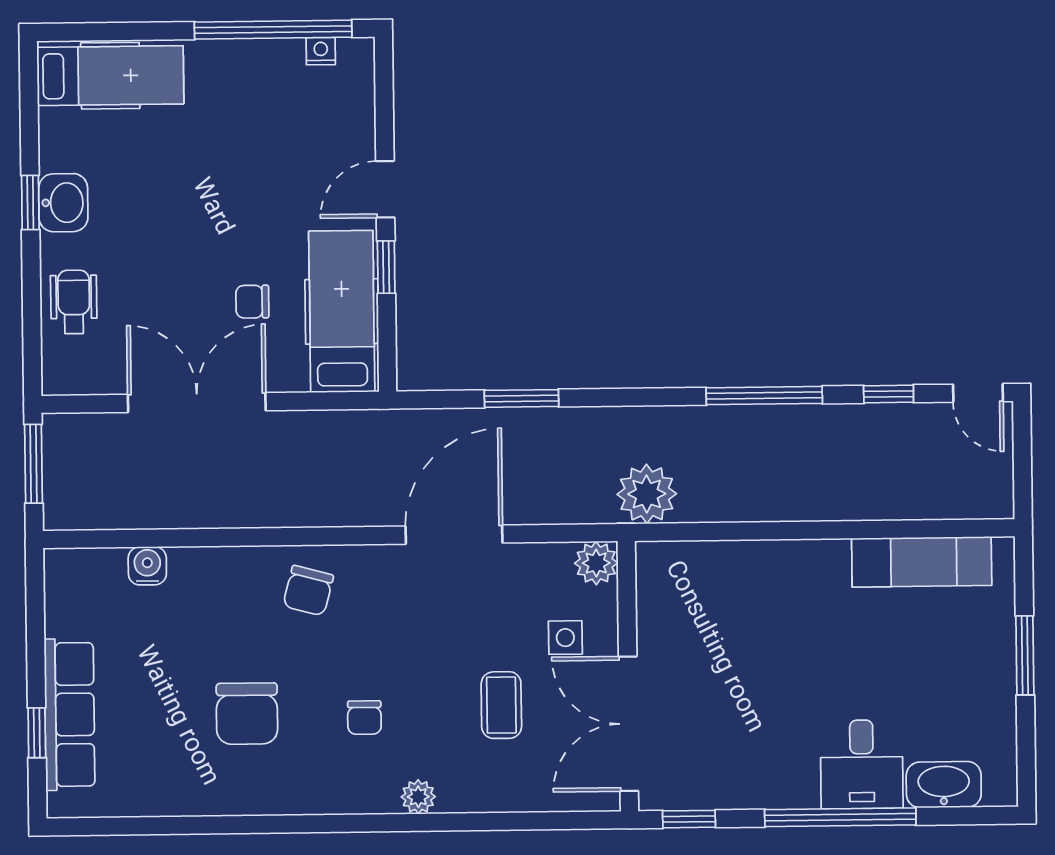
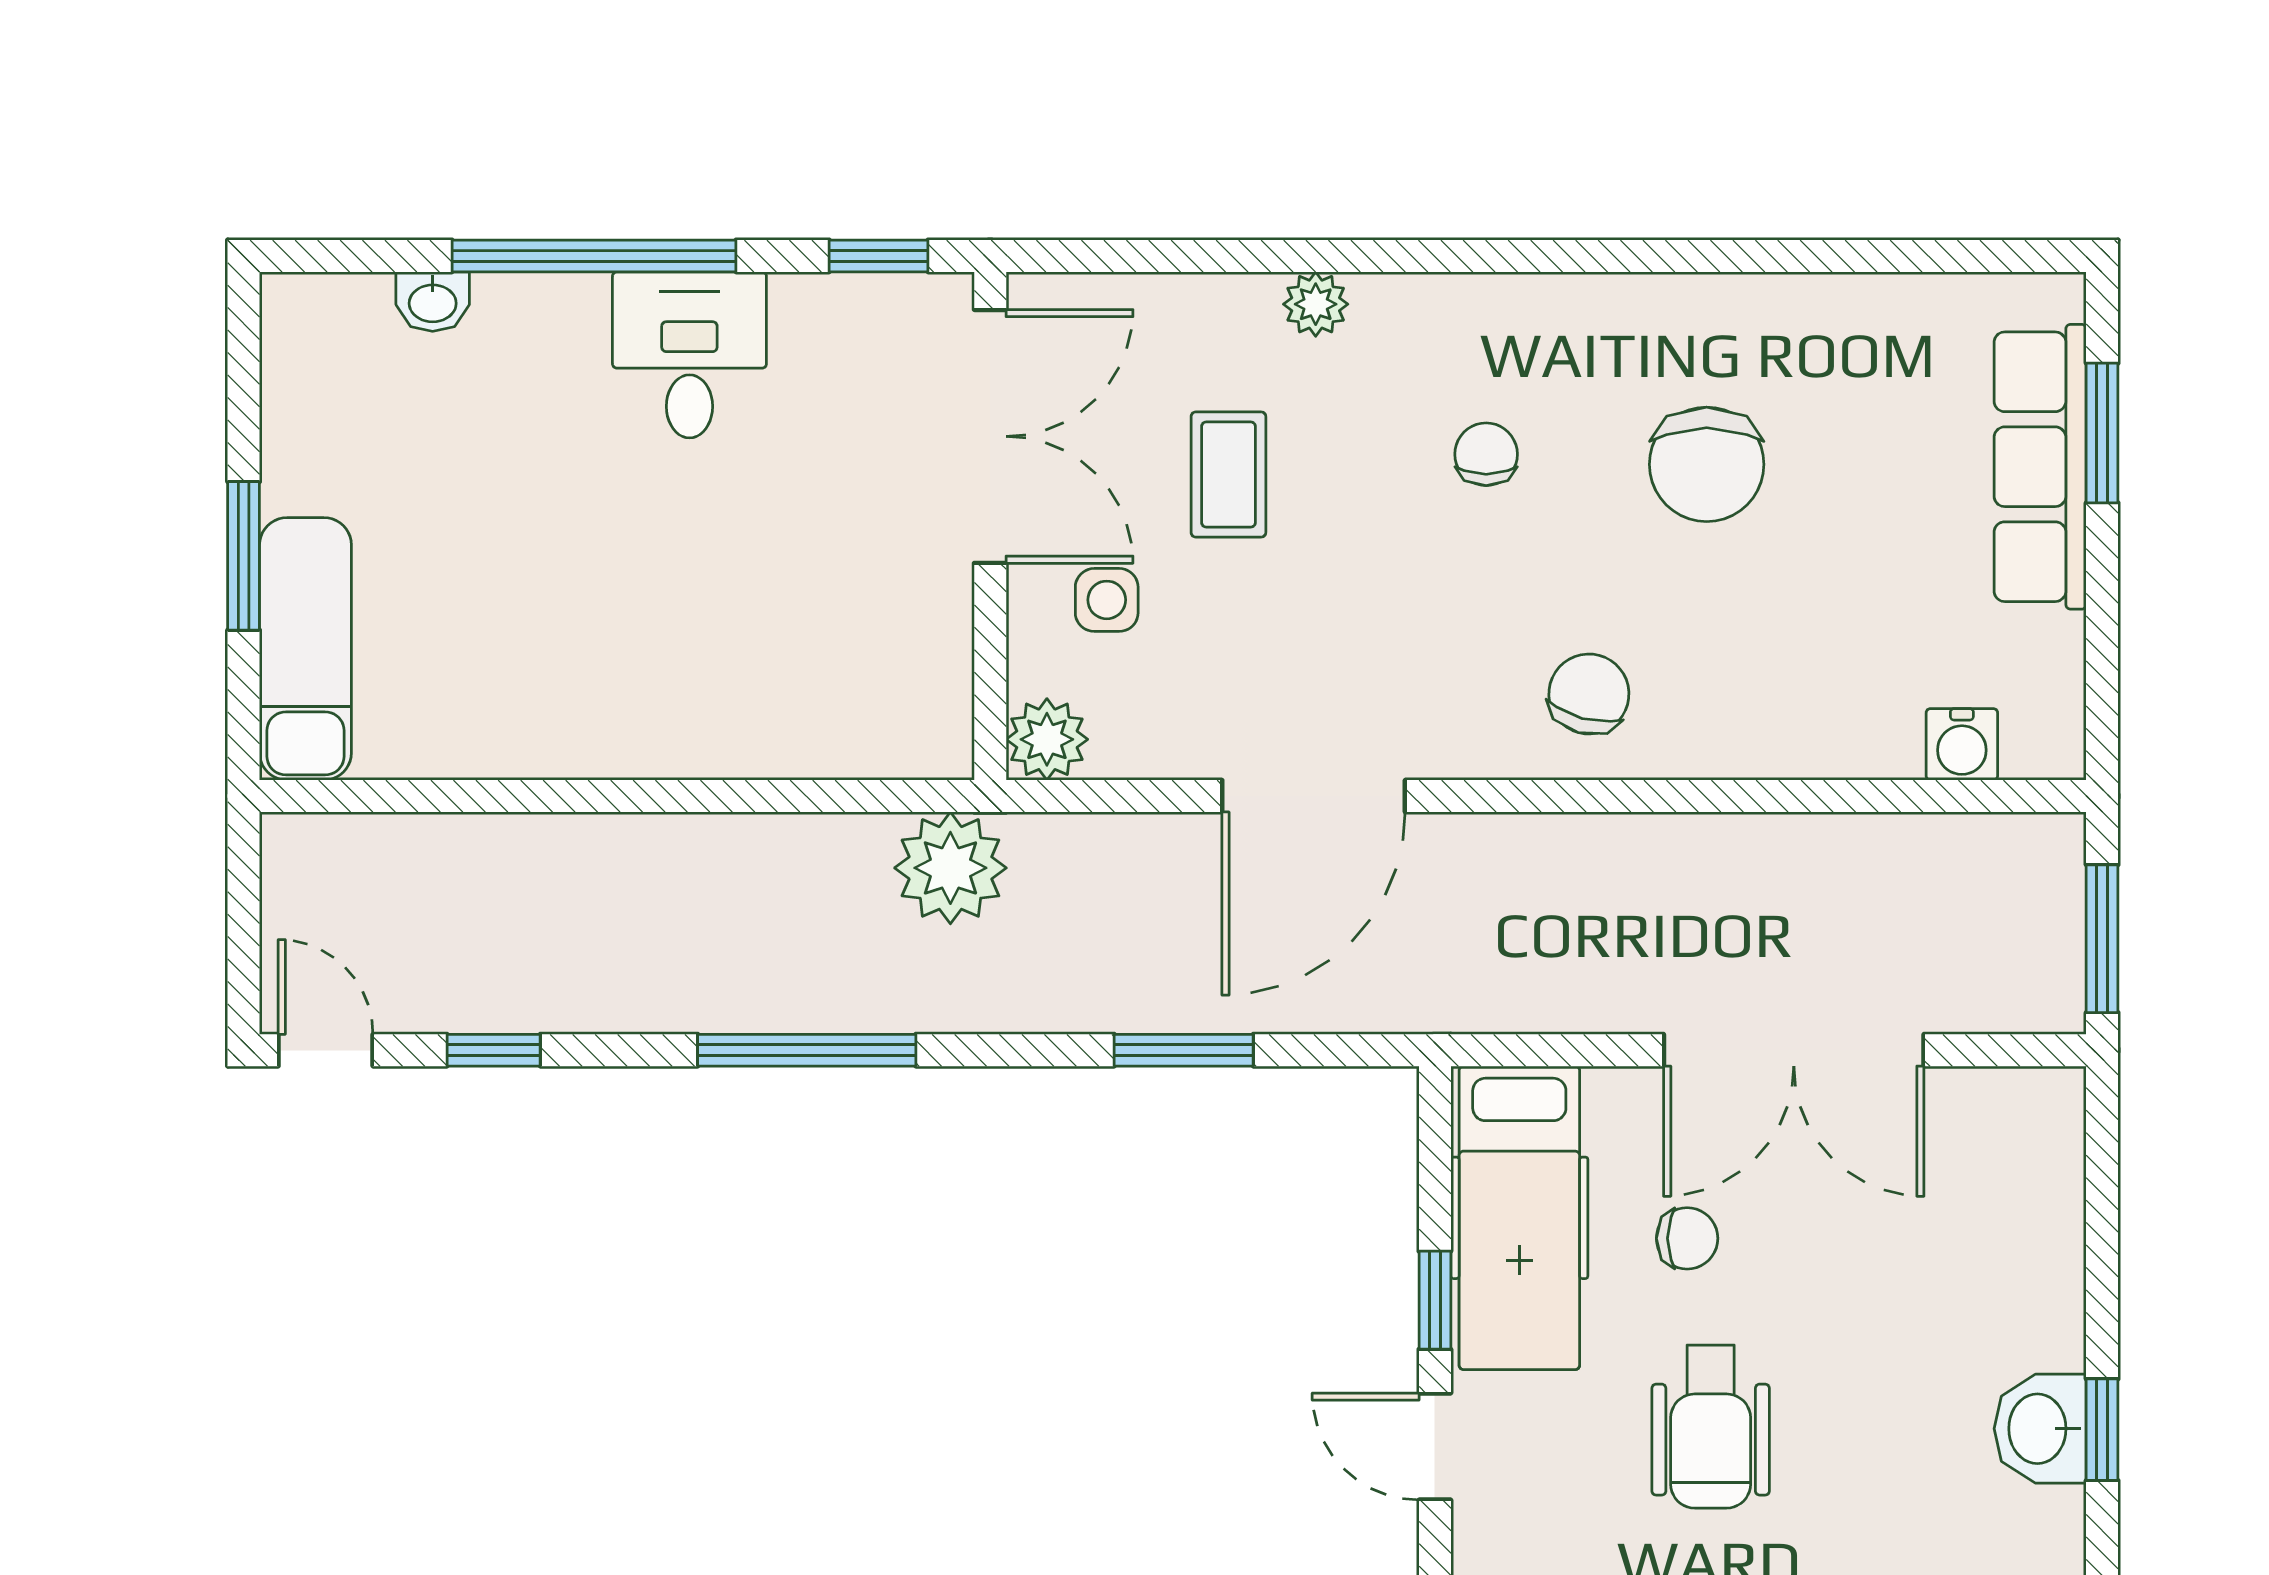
door: (385, 189) -> (1435, 1446), swing flipped
wheelchair: (74, 302) -> (1711, 1427), moved, width x1.36, depth x1.37
window: (764, 396) -> (807, 1050), moved
exam couch: (922, 562) -> (305, 649), moved, turned 90
water cooler: (147, 566) -> (1962, 744), moved
chair: (247, 714) -> (1707, 464), turned 180
window: (37, 733) -> (2102, 433), width x1.50
desk: (862, 764) -> (689, 355), moved
washbasin: (944, 785) -> (433, 302), width x0.52, depth x0.69
plant: (418, 797) -> (1316, 304), moved

